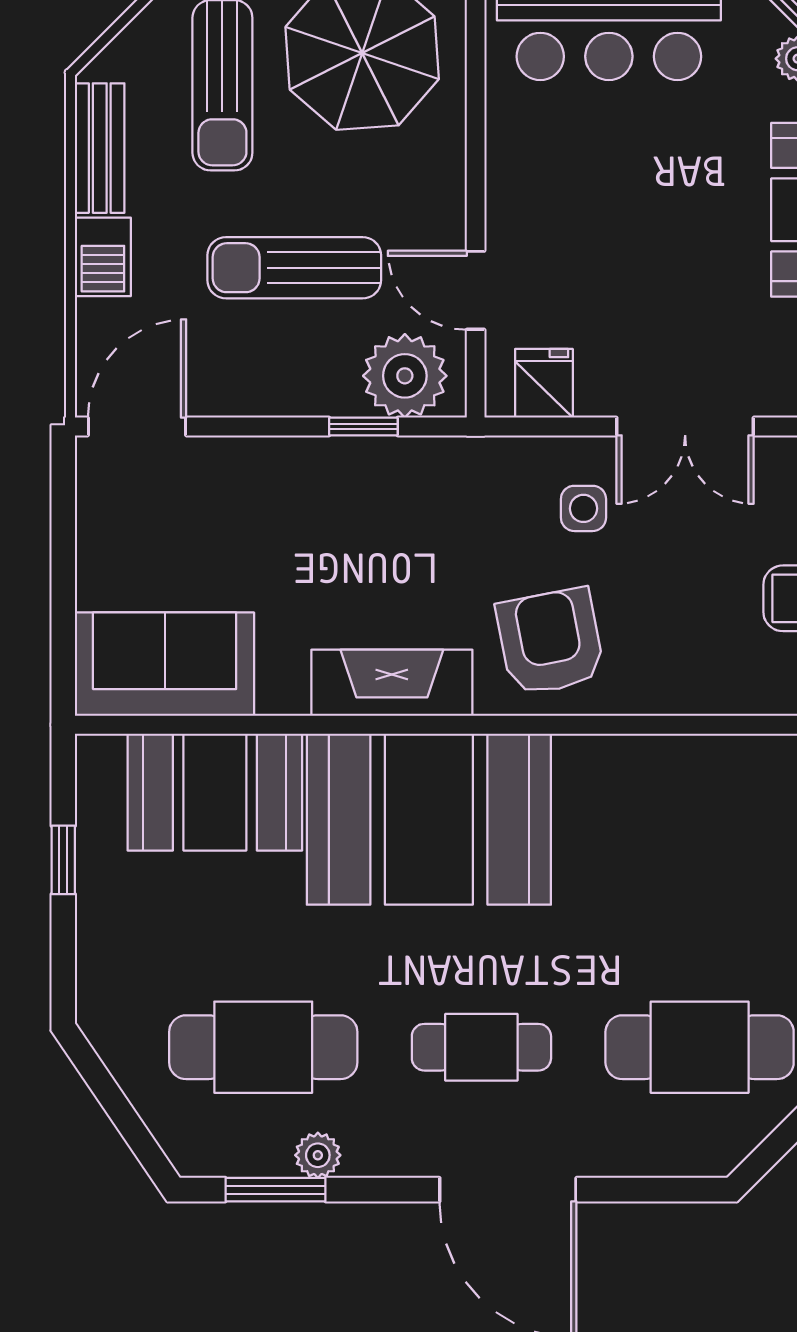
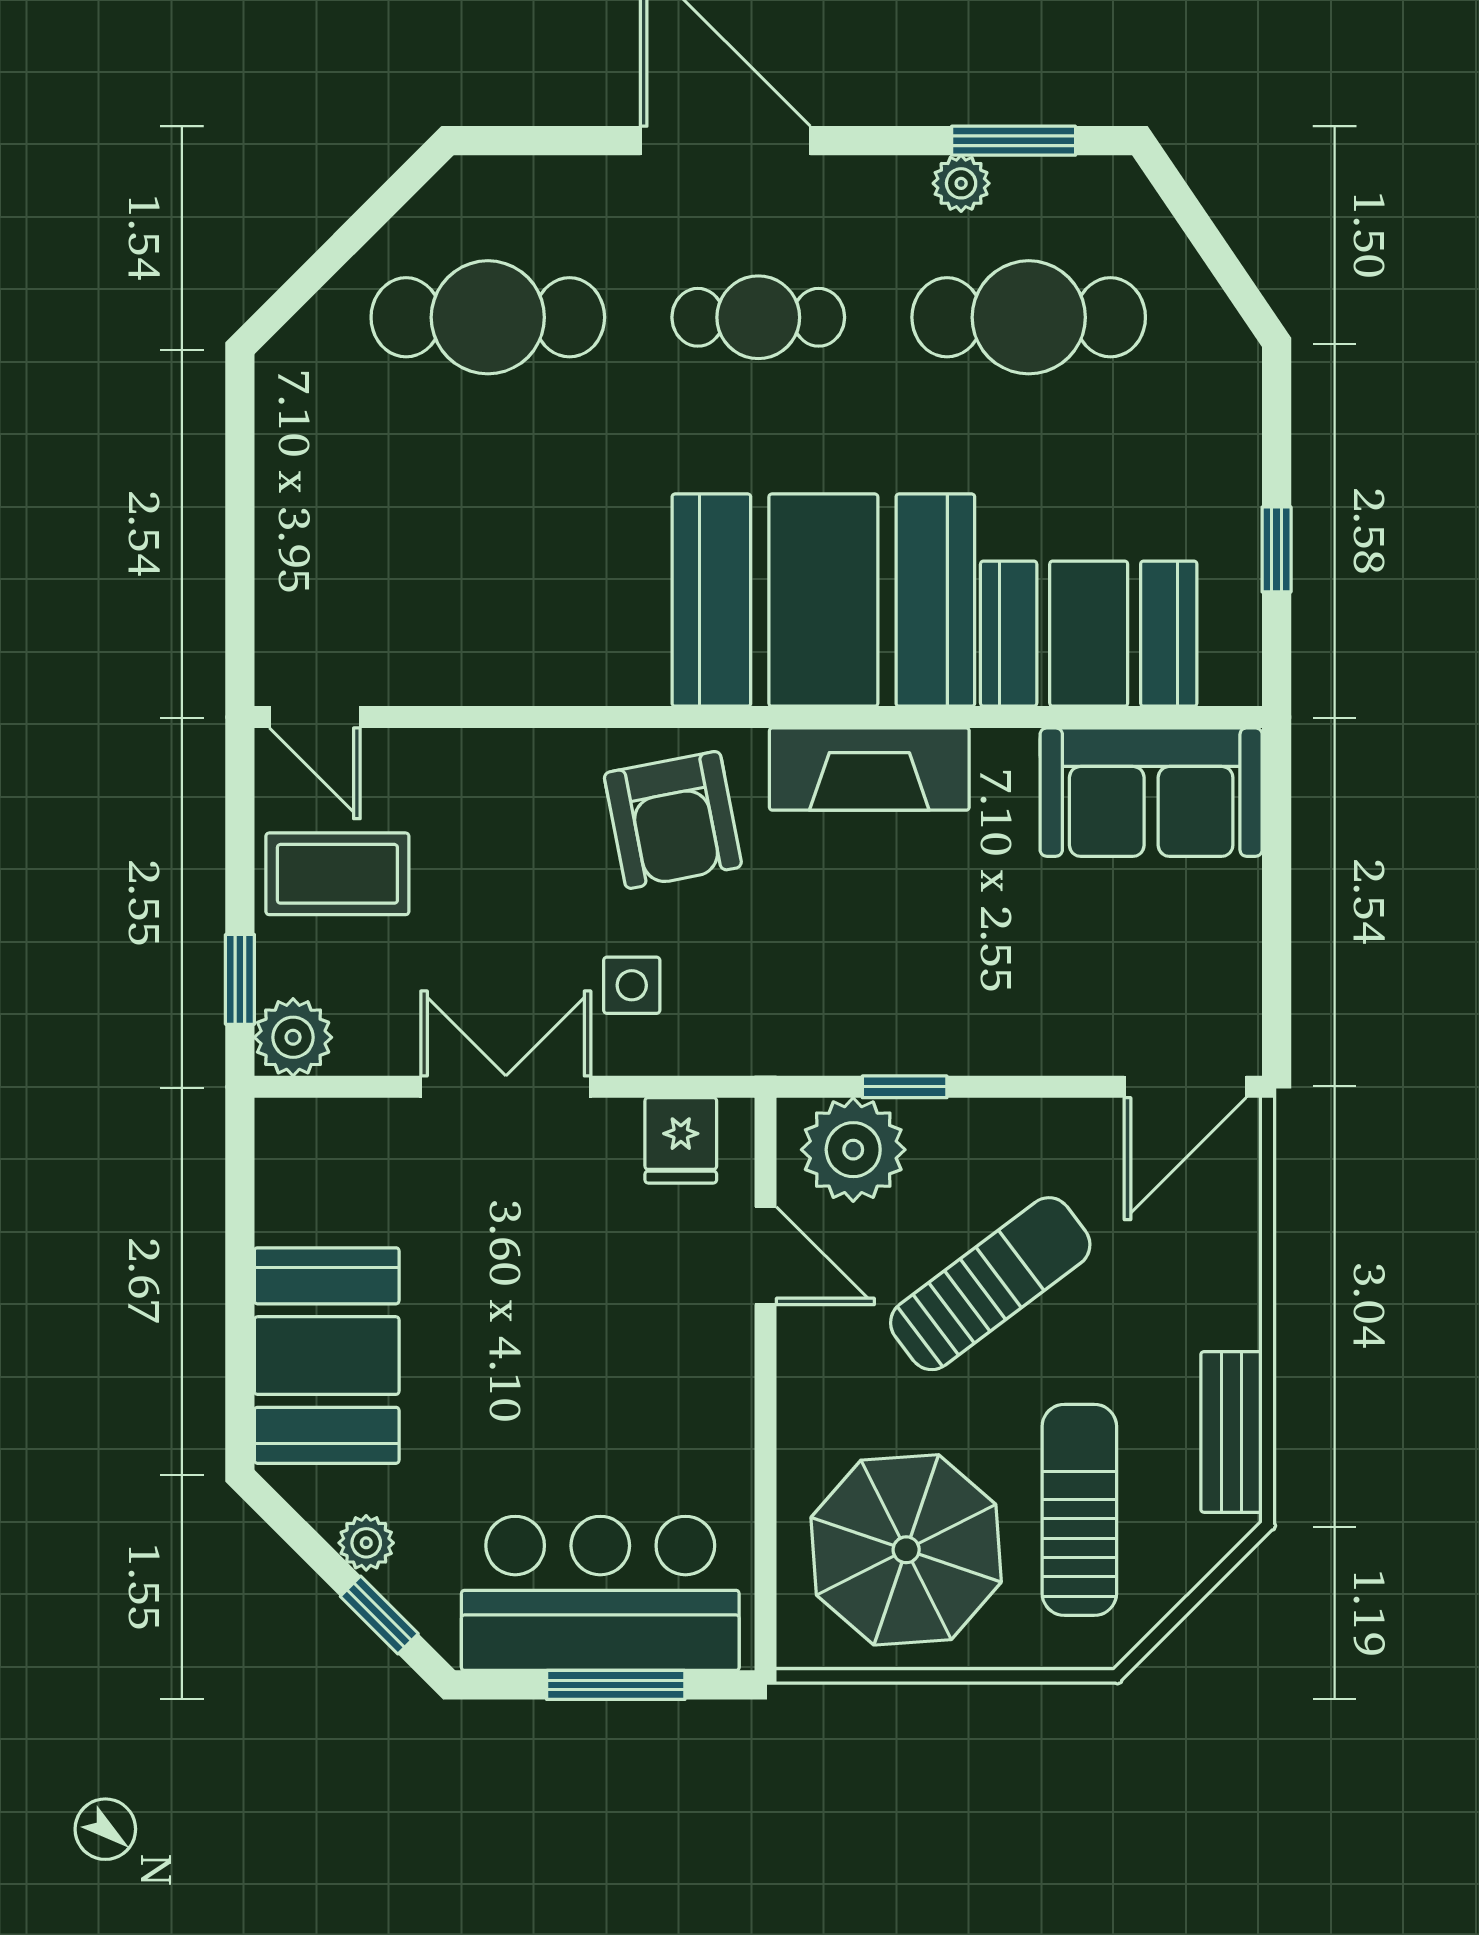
barbecue: (103, 257) -> (1227, 1297), removed
sun lounger: (294, 268) -> (990, 1284), turned -37

